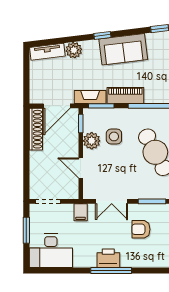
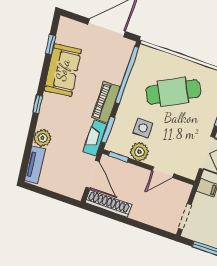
sofa: (123, 49) -> (63, 70), moved

